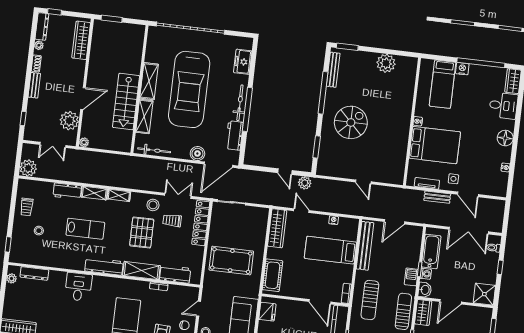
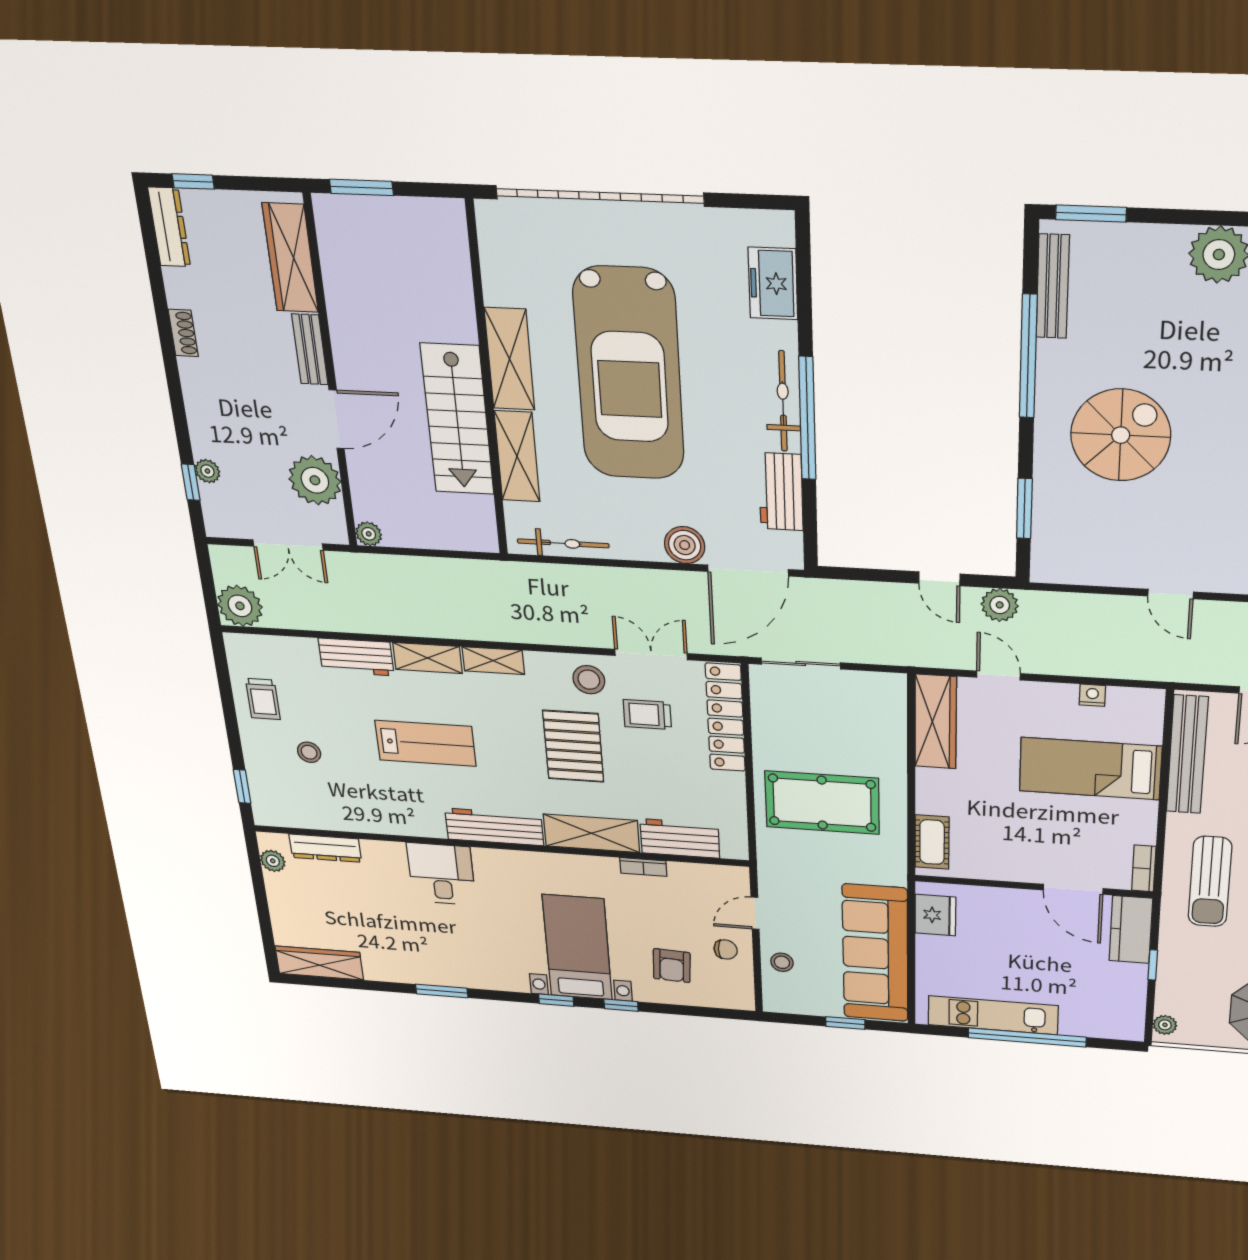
plant: (39, 45) -> (207, 471), moved
bench: (34, 85) -> (310, 349), moved
cot: (273, 275) -> (932, 842), width x0.73, depth x0.75

